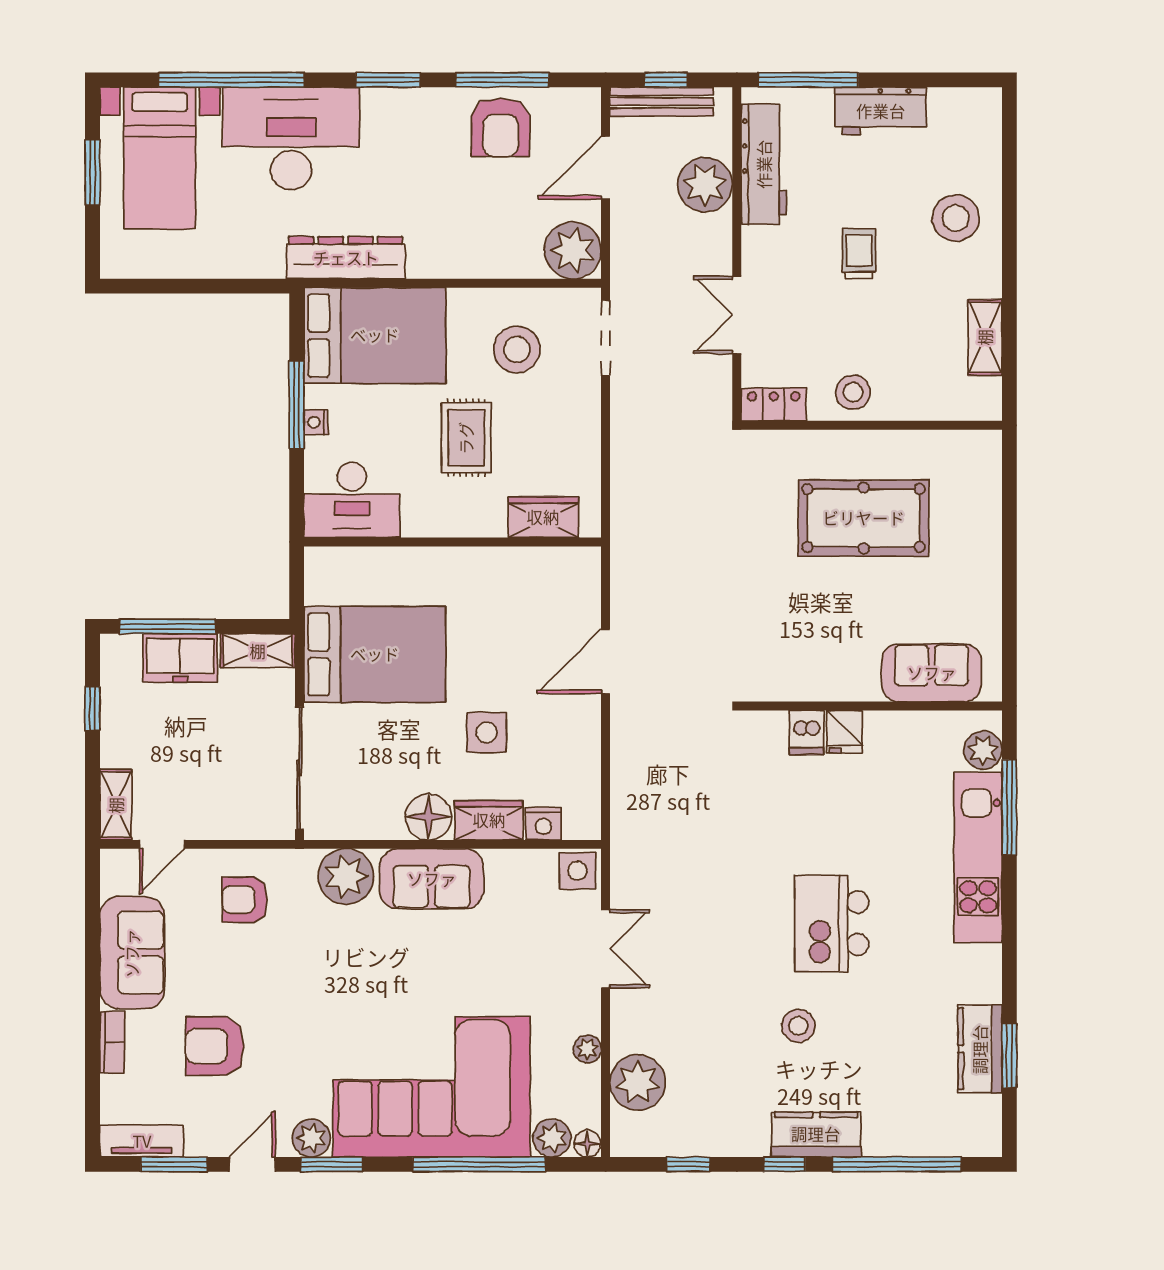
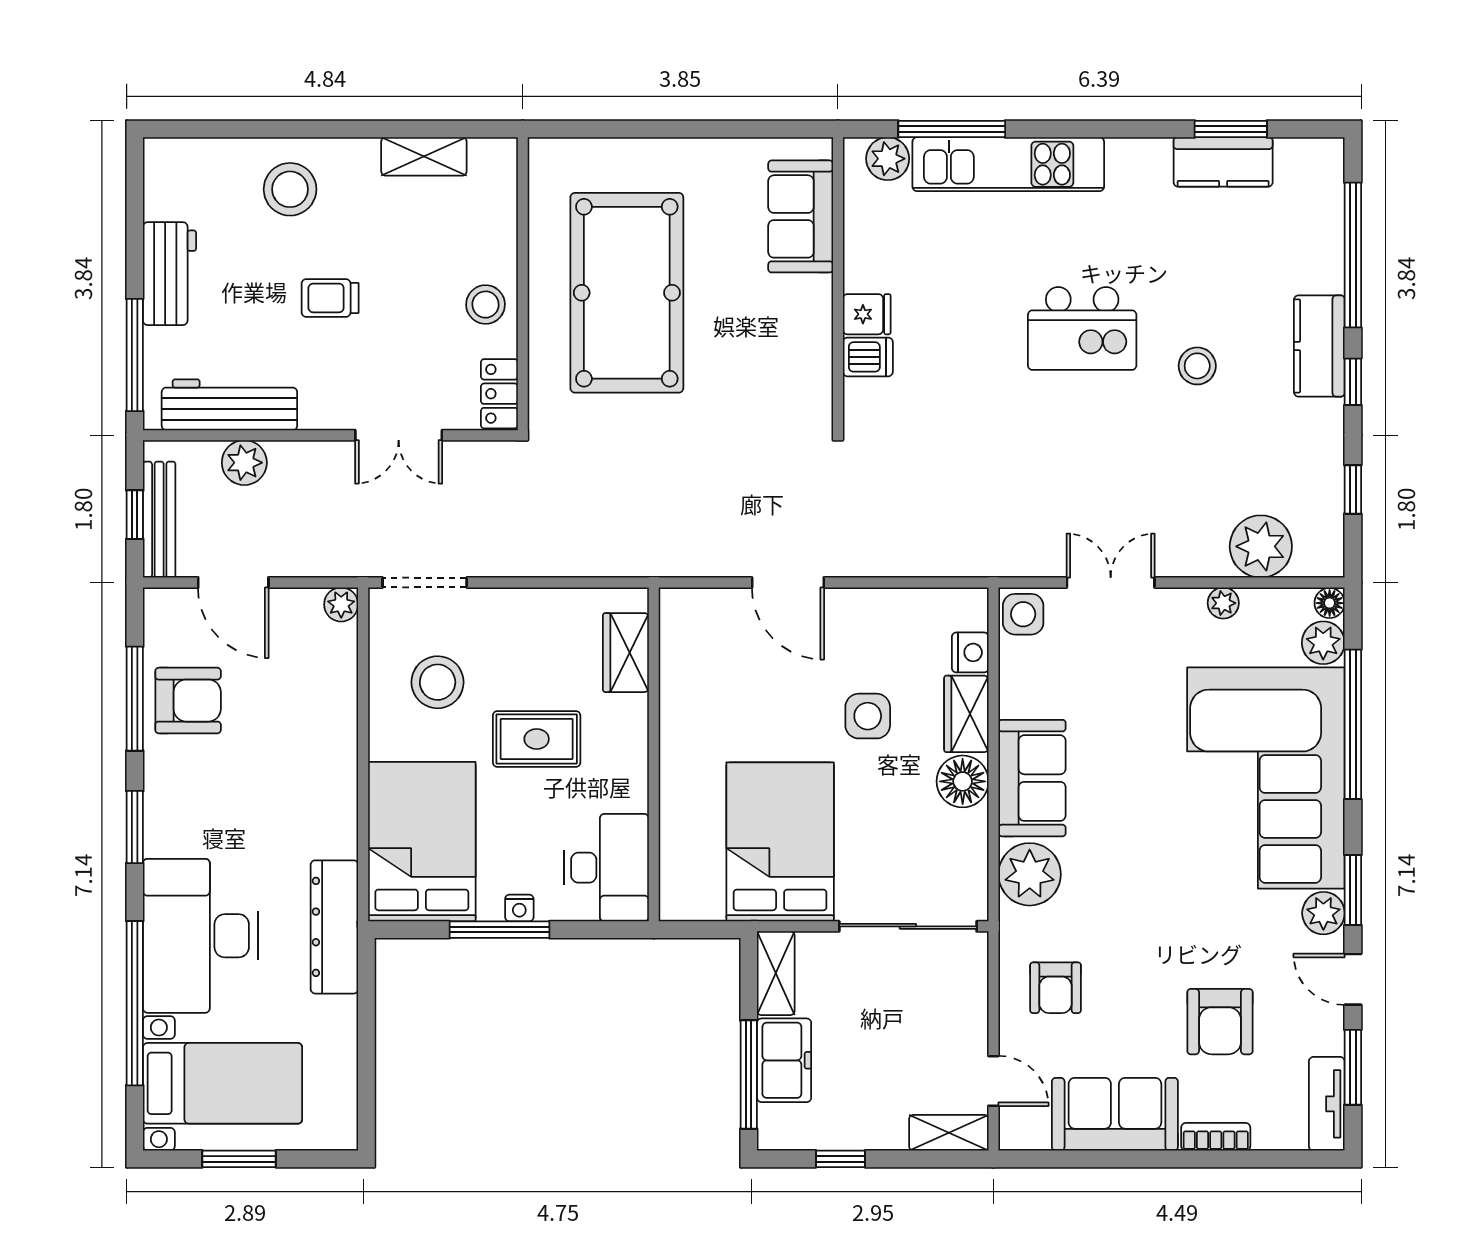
plant: (705, 185) -> (244, 463), width x0.73, depth x0.73
plant: (573, 250) -> (341, 604), width x0.53, depth x0.53
dresser: (346, 258) -> (334, 927), moved
pool table: (864, 518) -> (627, 293), width x1.36, depth x1.32

